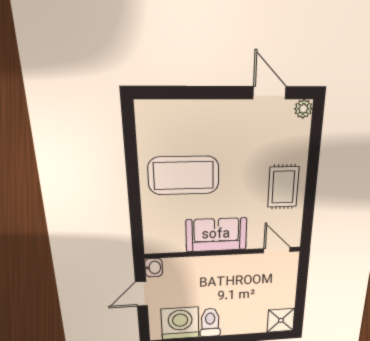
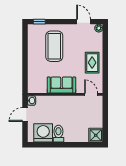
window: (162, 93) -> (39, 22), added
coffee table: (184, 175) -> (54, 46), moved, turned 90

